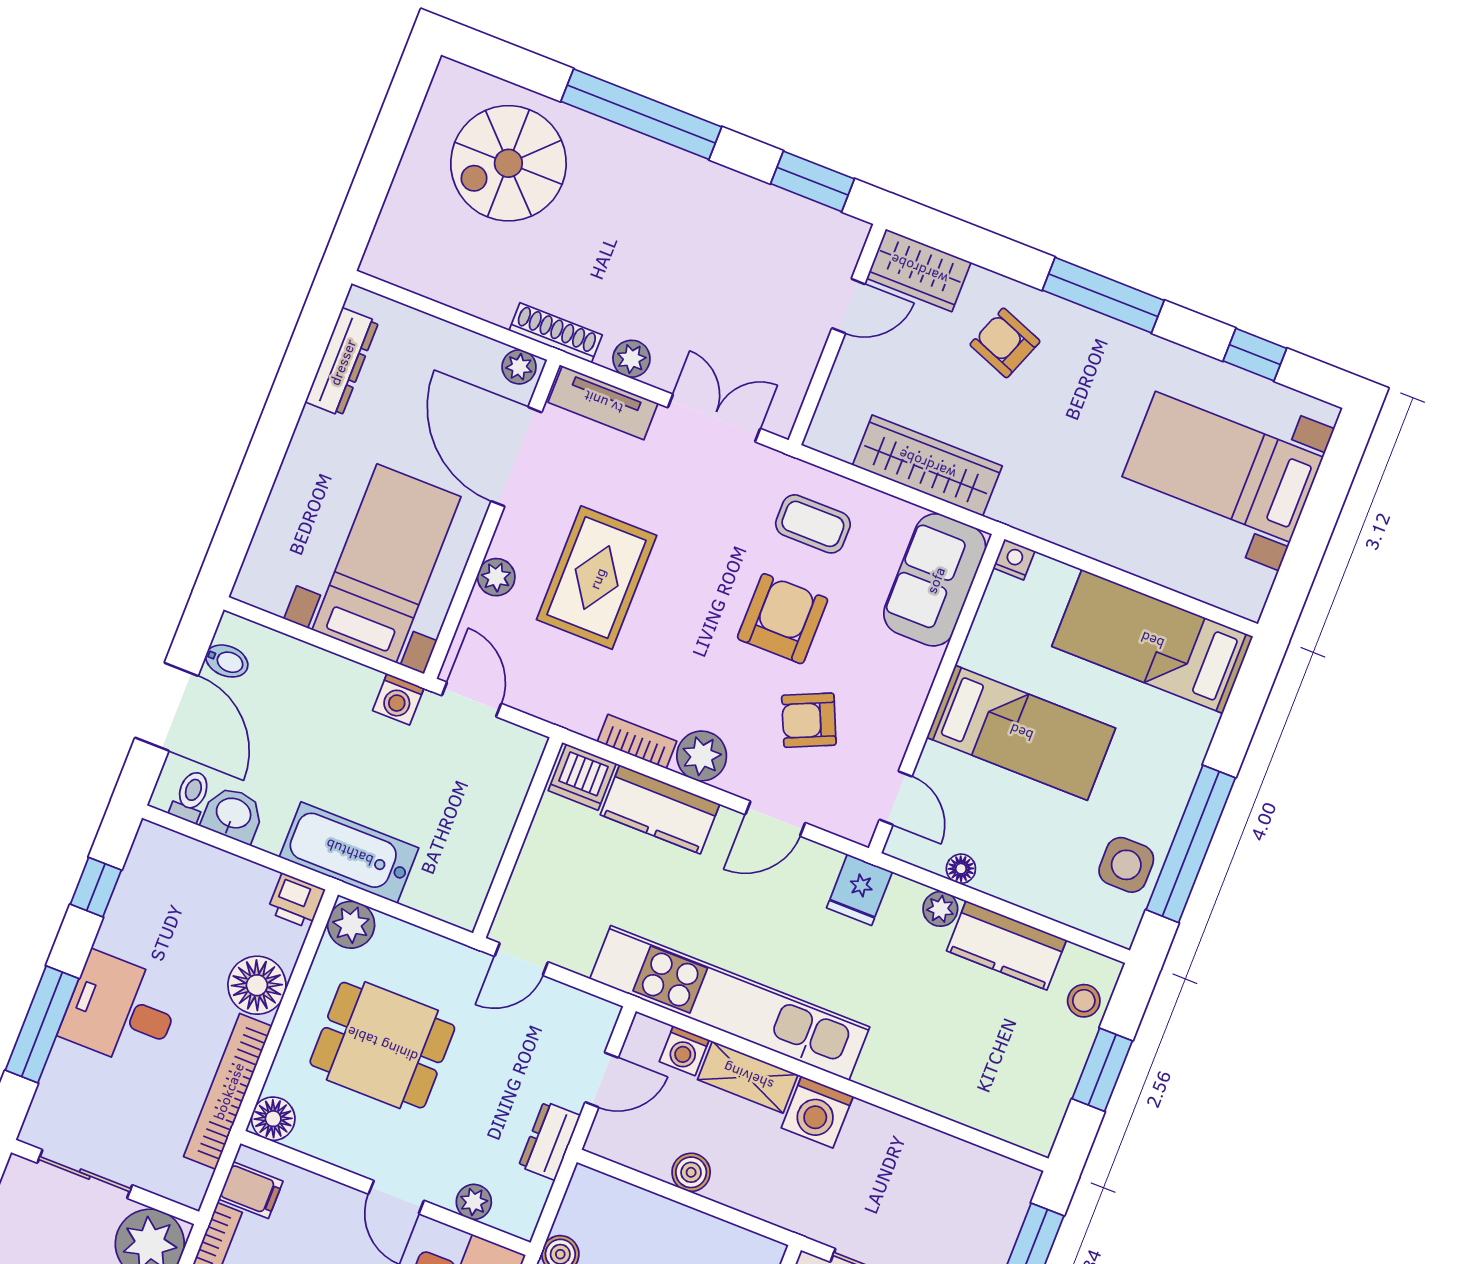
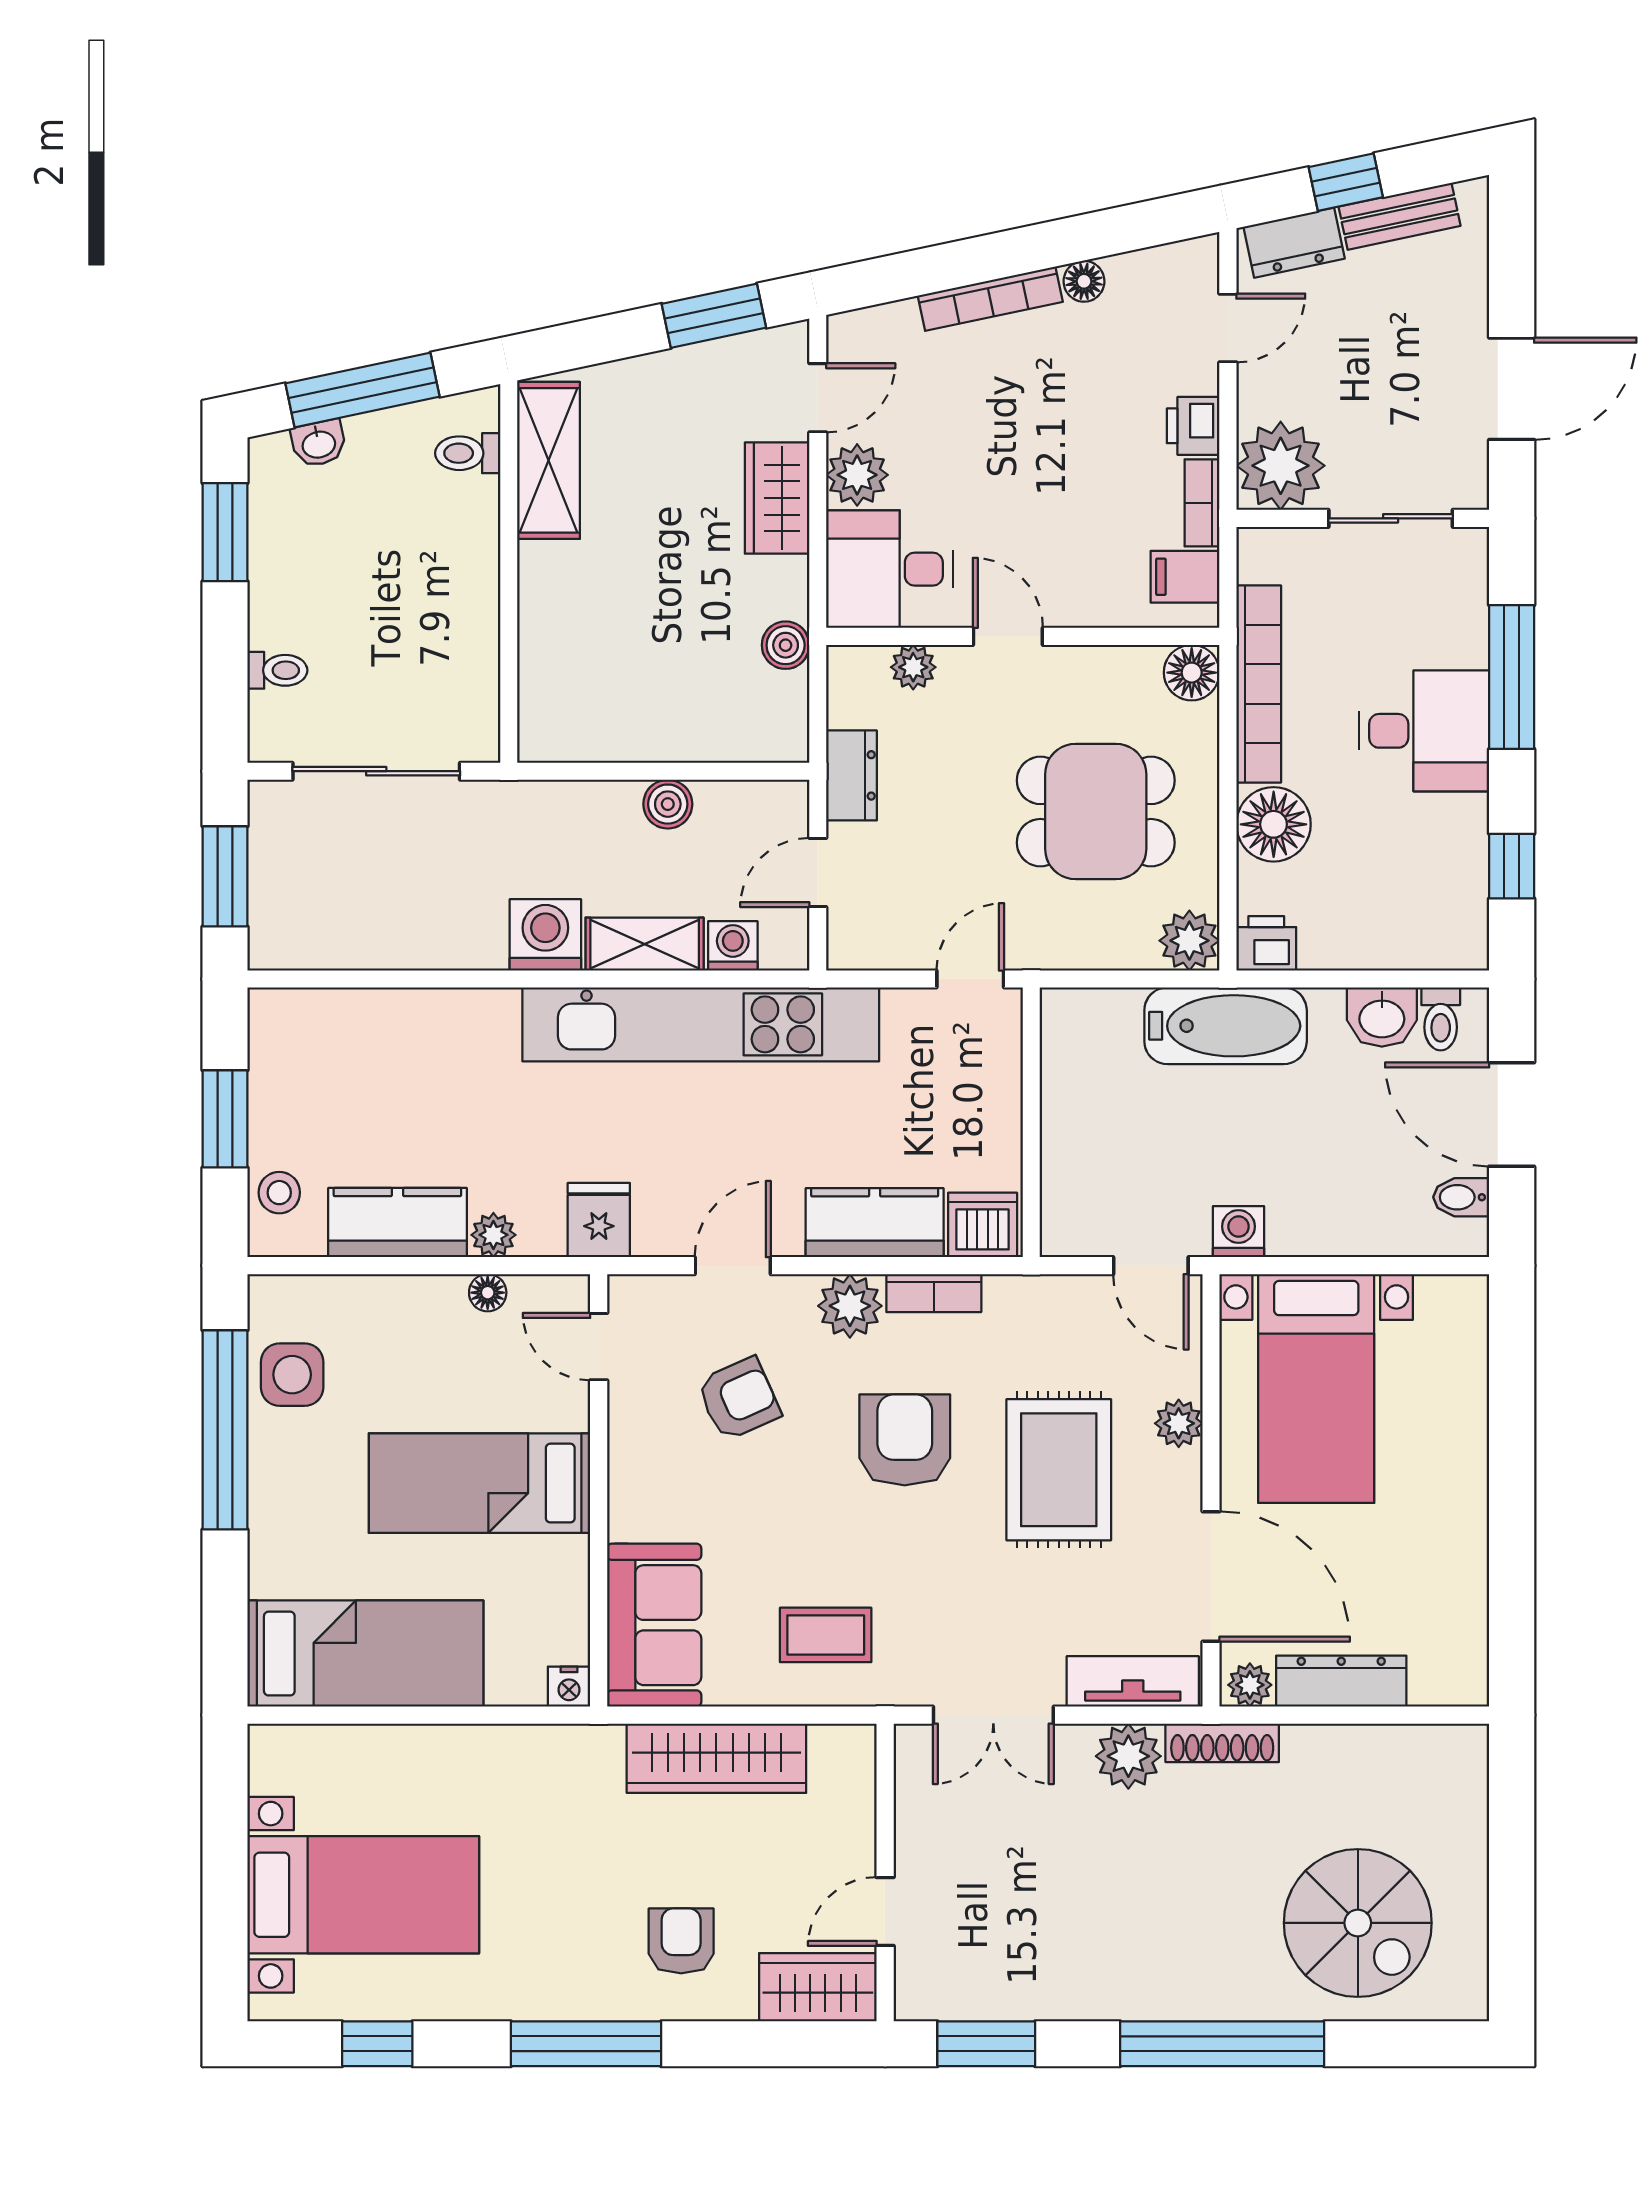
spiral stairs: (508, 163) -> (1358, 1923), turned 90
armchair: (1005, 343) -> (681, 1941), turned -111
plant: (631, 359) -> (1128, 1756), width x1.38, depth x1.38
dresser: (342, 362) -> (1341, 1681), moved, turned 90
armchair: (783, 619) -> (905, 1440), moved, turned 180

